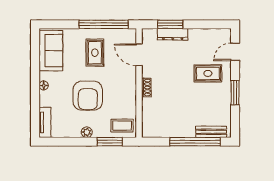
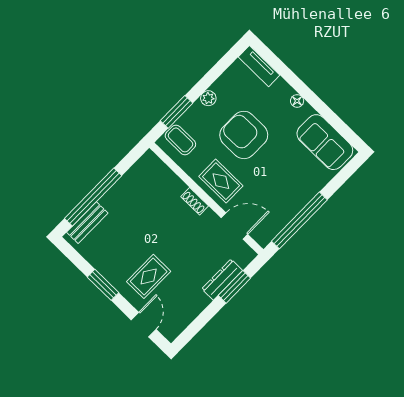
rug: (95, 53) -> (221, 181), moved
coffee table: (122, 126) -> (180, 140), turned 90

